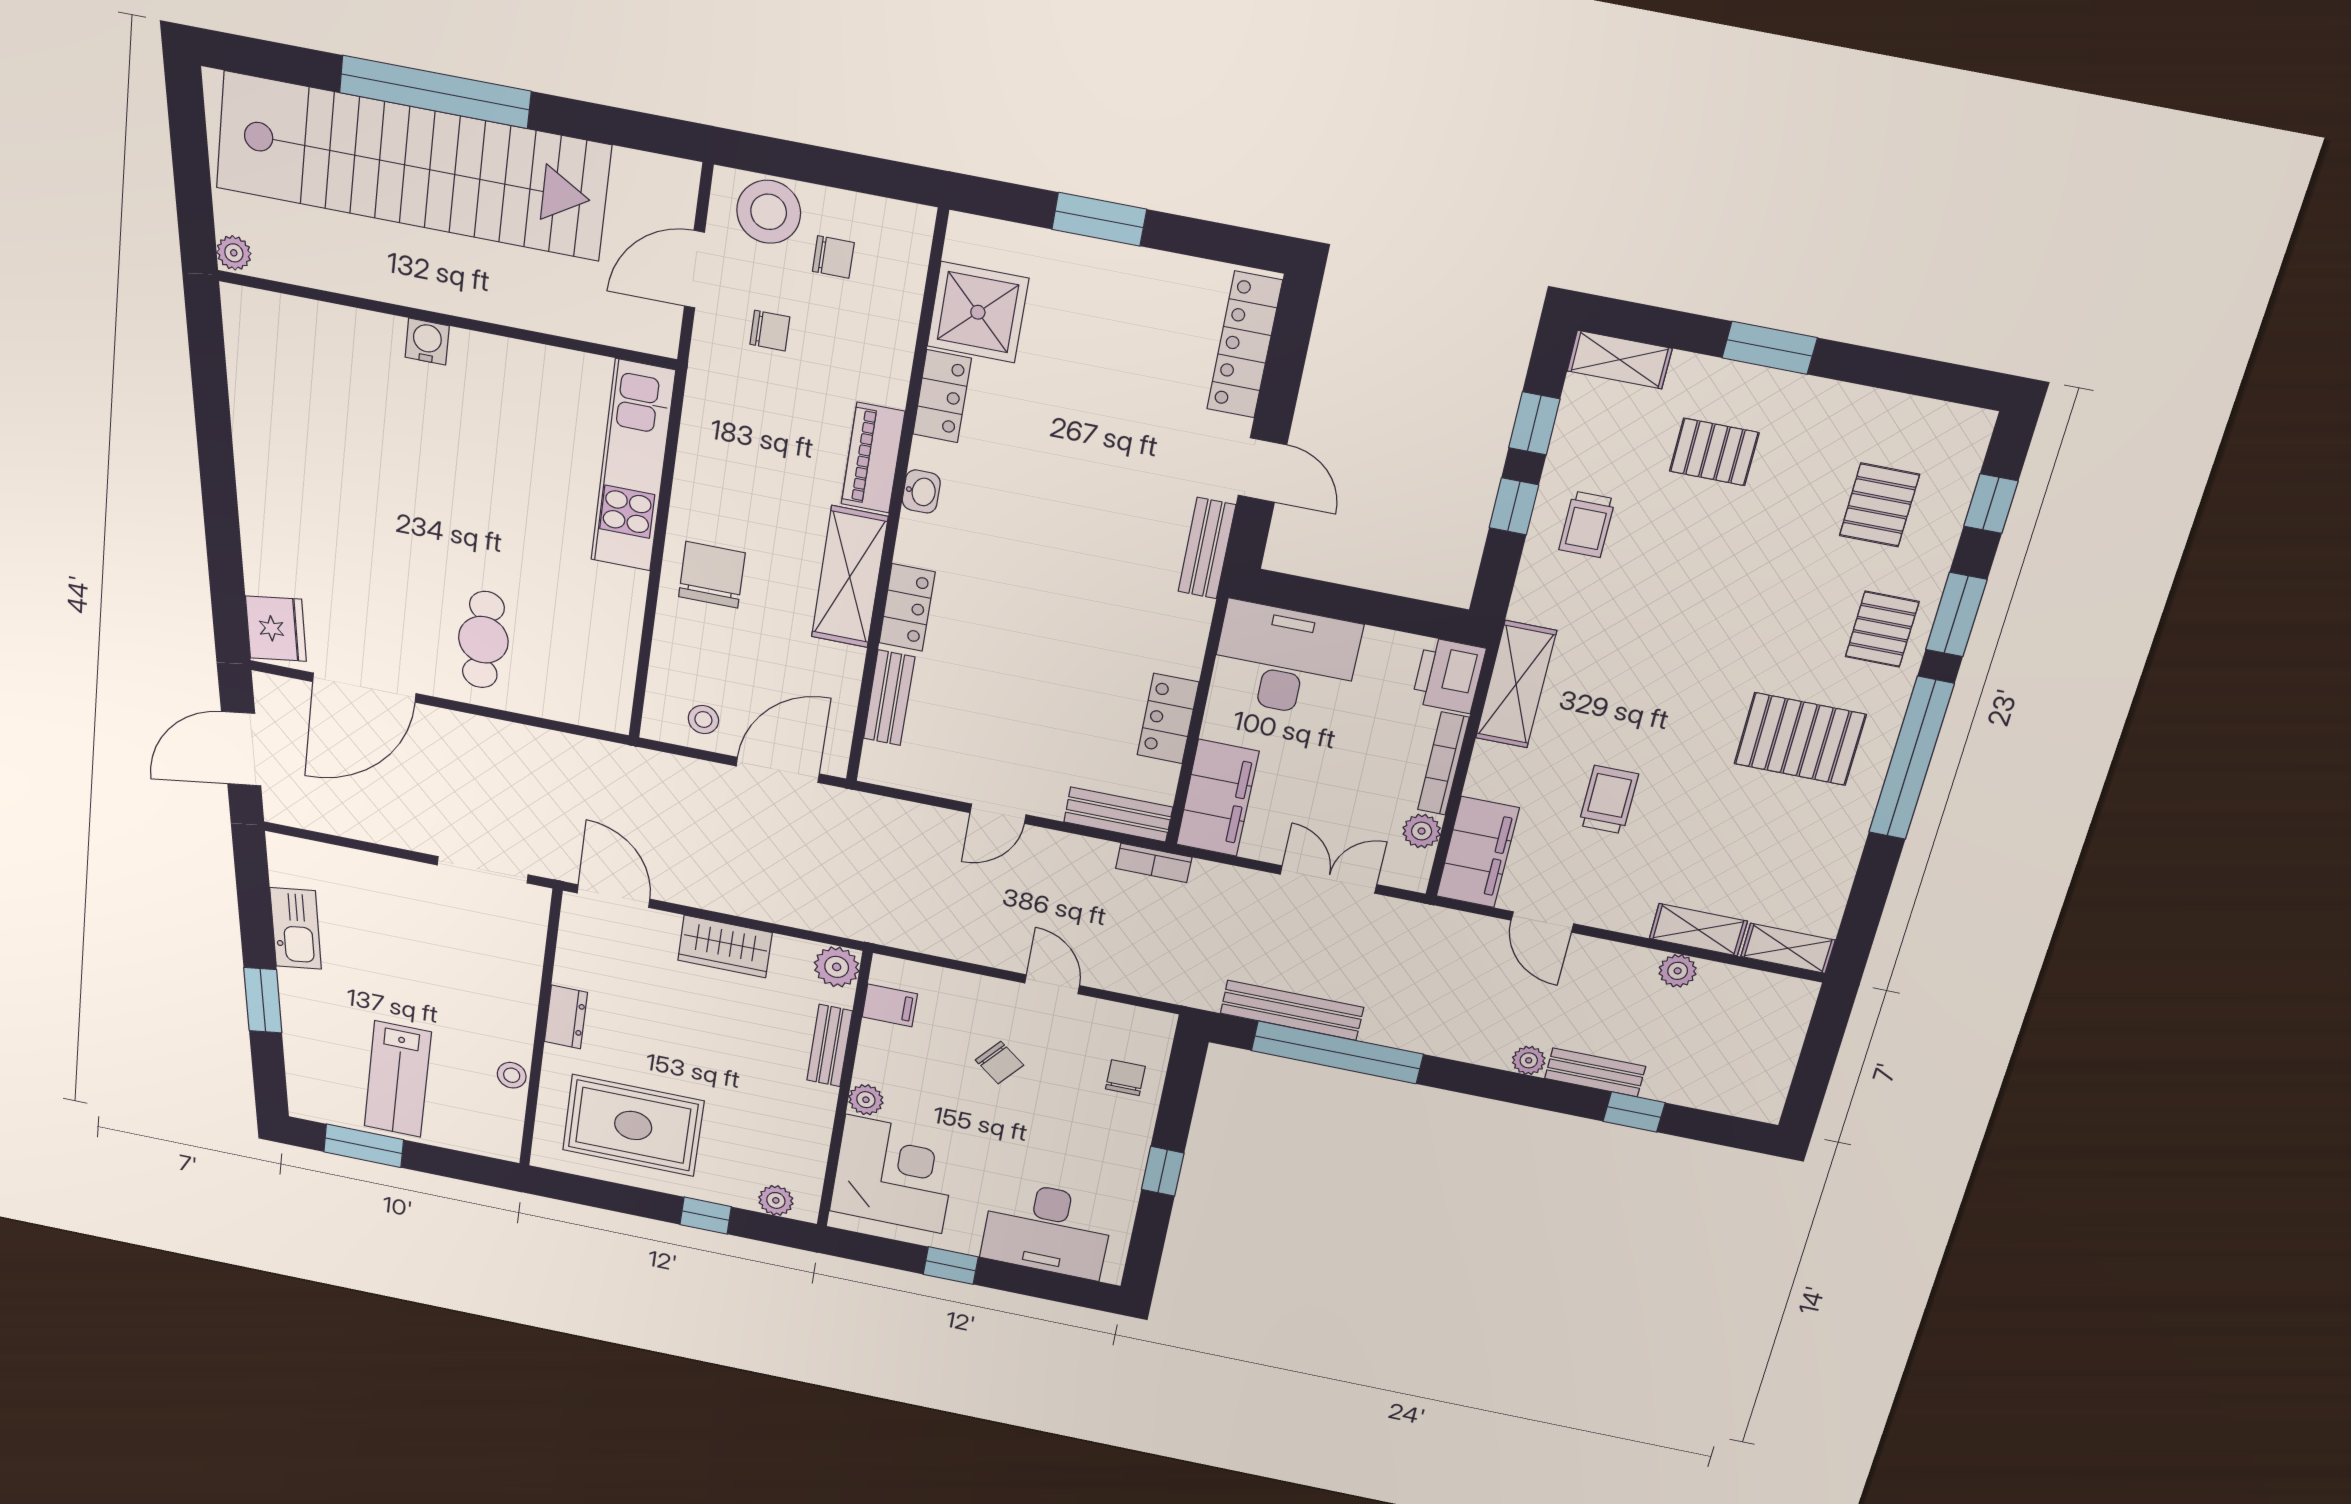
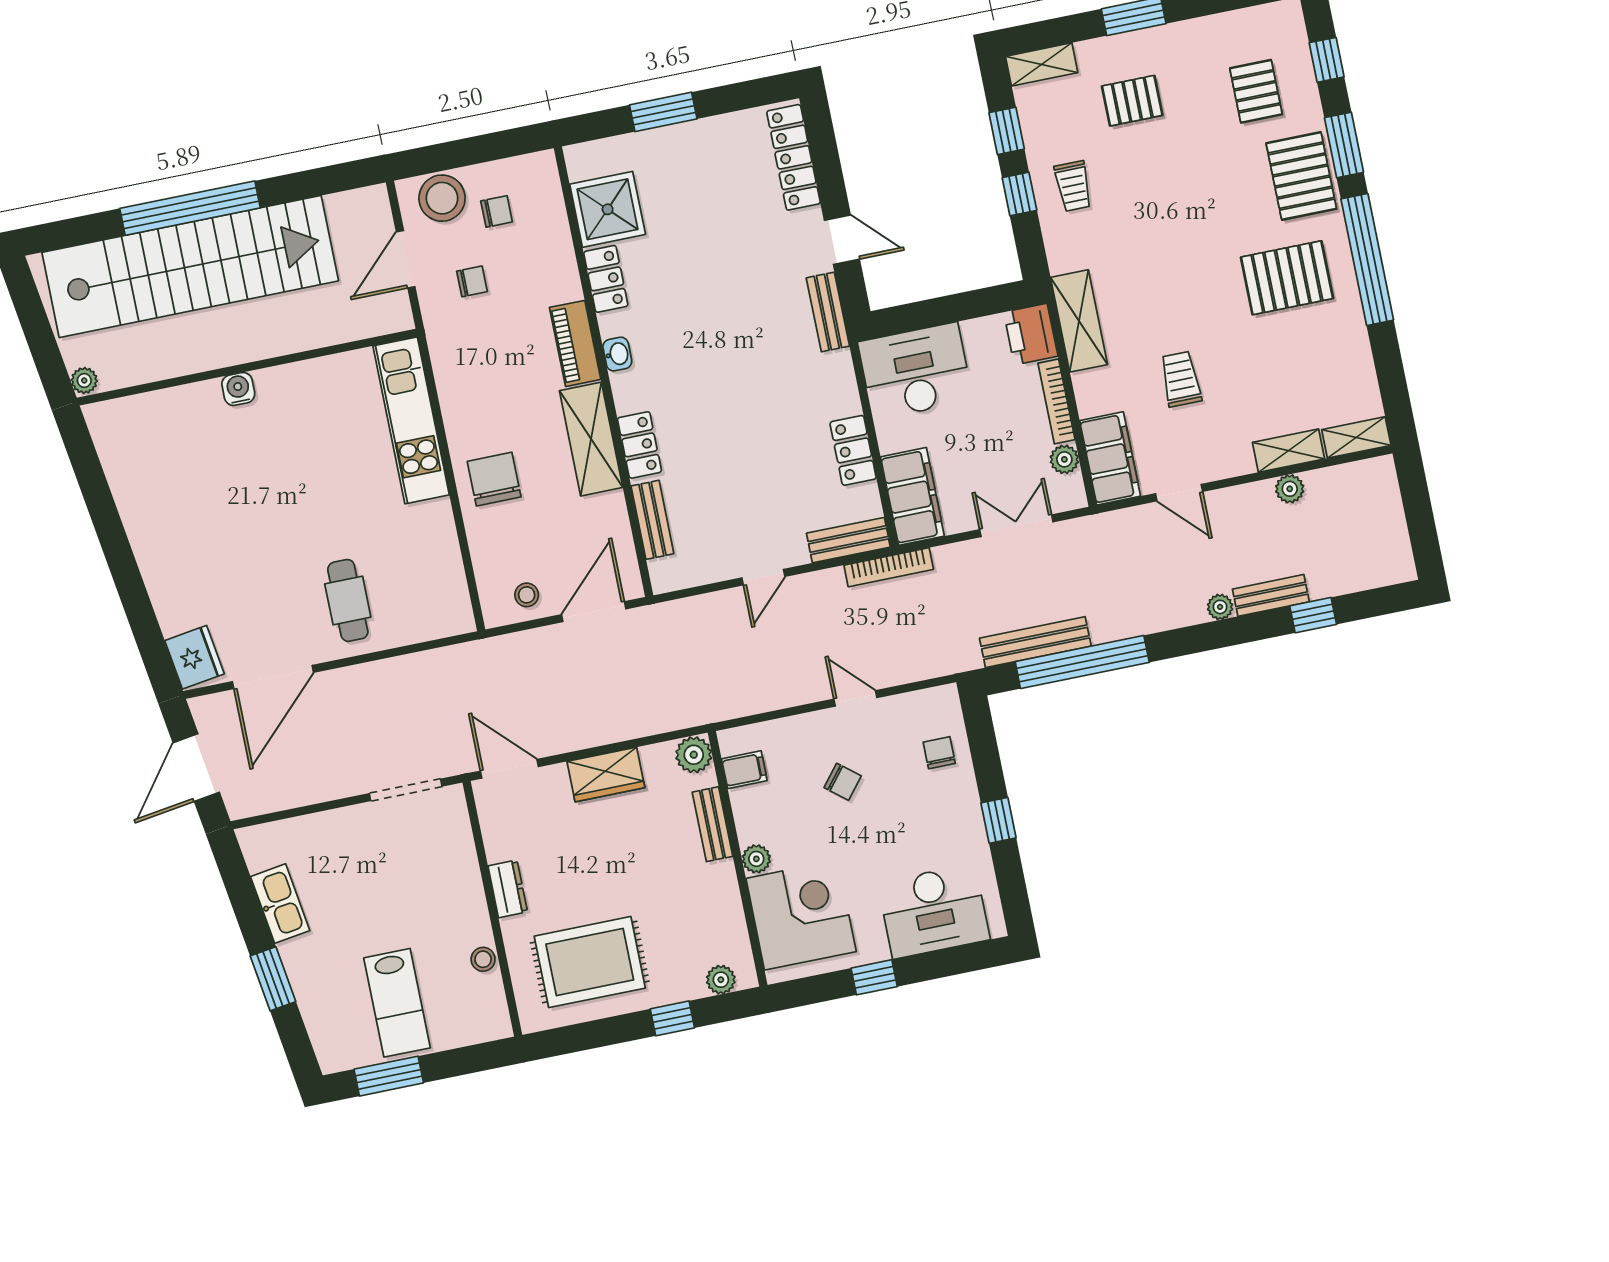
pallet: (1882, 629) -> (1301, 176), width x1.50, depth x1.42
bookcase: (1154, 863) -> (889, 567), width x1.56

